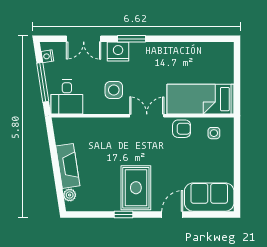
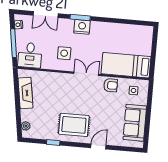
nightstand: (118, 52) -> (82, 27), moved
fireplace: (68, 166) -> (25, 93), moved
rug: (136, 188) -> (74, 125), turned 90
sofa: (209, 197) -> (135, 123), moved, turned -90
window: (124, 214) -> (53, 143), moved

